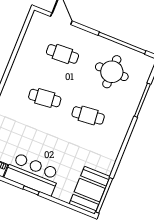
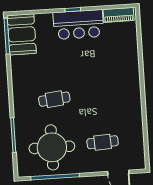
round table: (112, 72) -> (52, 147), width x1.36, depth x1.36
cafe table: (45, 98) -> (100, 96), removed

